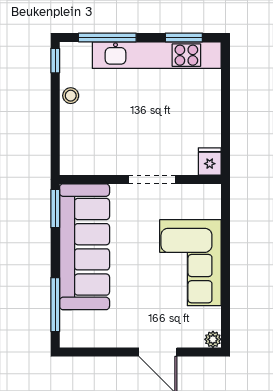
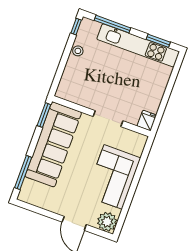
plant: (213, 339) -> (107, 222), width x1.88, depth x1.88

